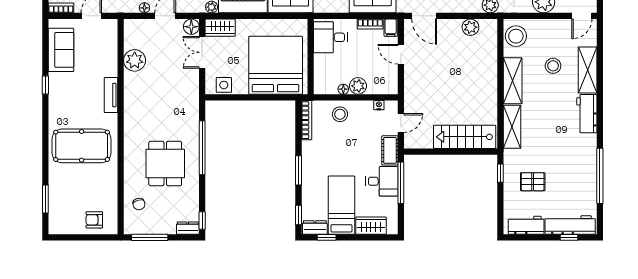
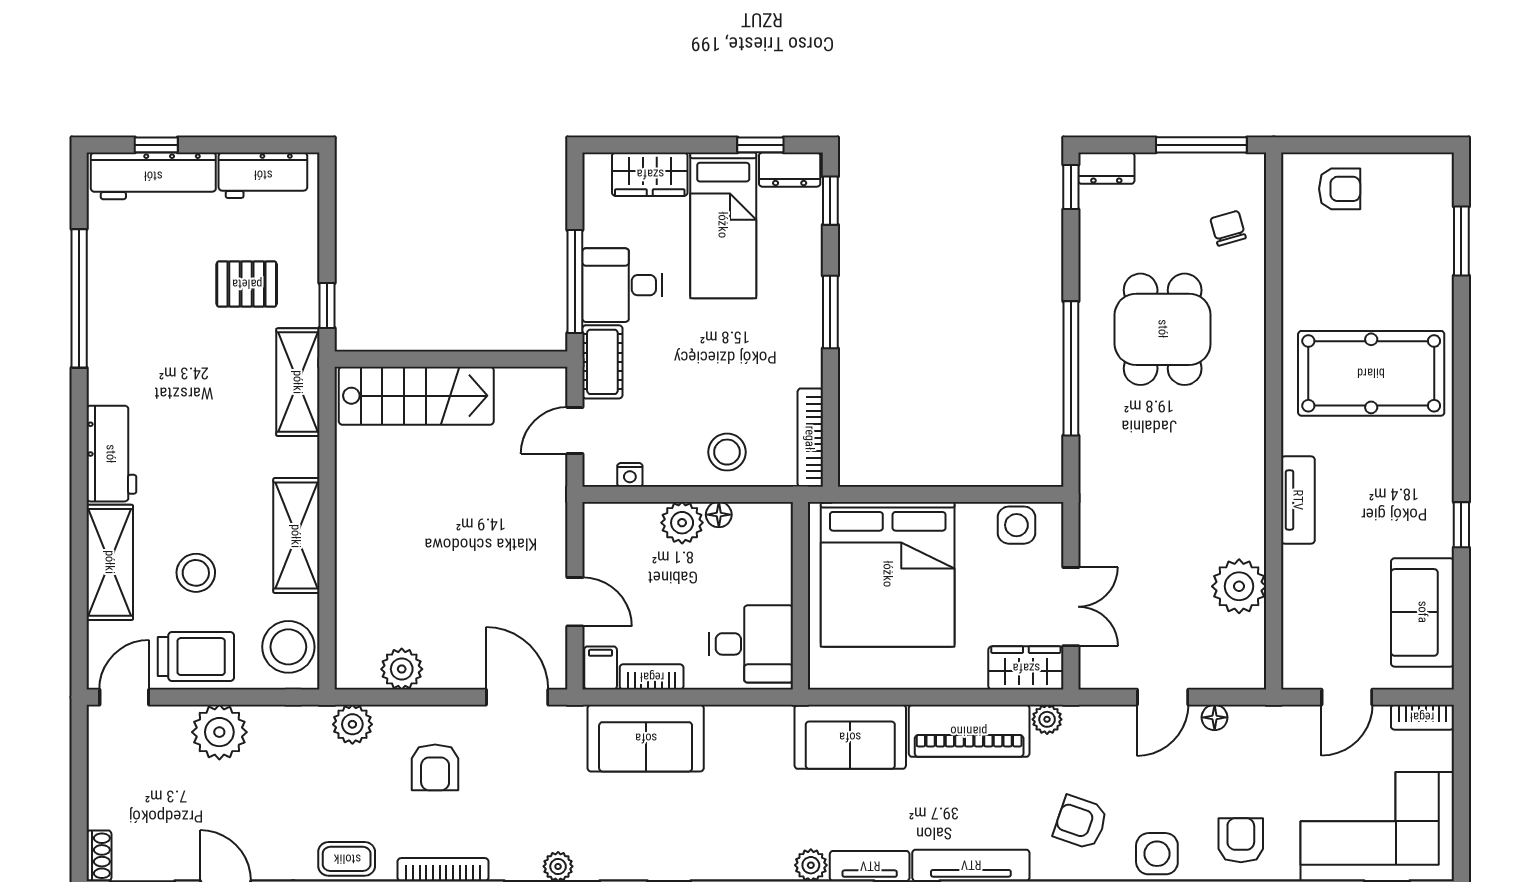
floor lamp: (191, 27) -> (1098, 670), removed
trolley: (553, 32) -> (196, 657), added
shelving: (512, 127) -> (298, 382), moved

